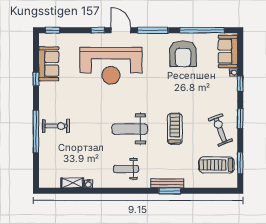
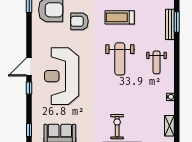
window: (153, 30) -> (29, 38), removed
reception desk: (111, 66) -> (62, 76), turned 180
armchair: (171, 85) -> (79, 21), added
shelving: (72, 183) -> (169, 126), moved

